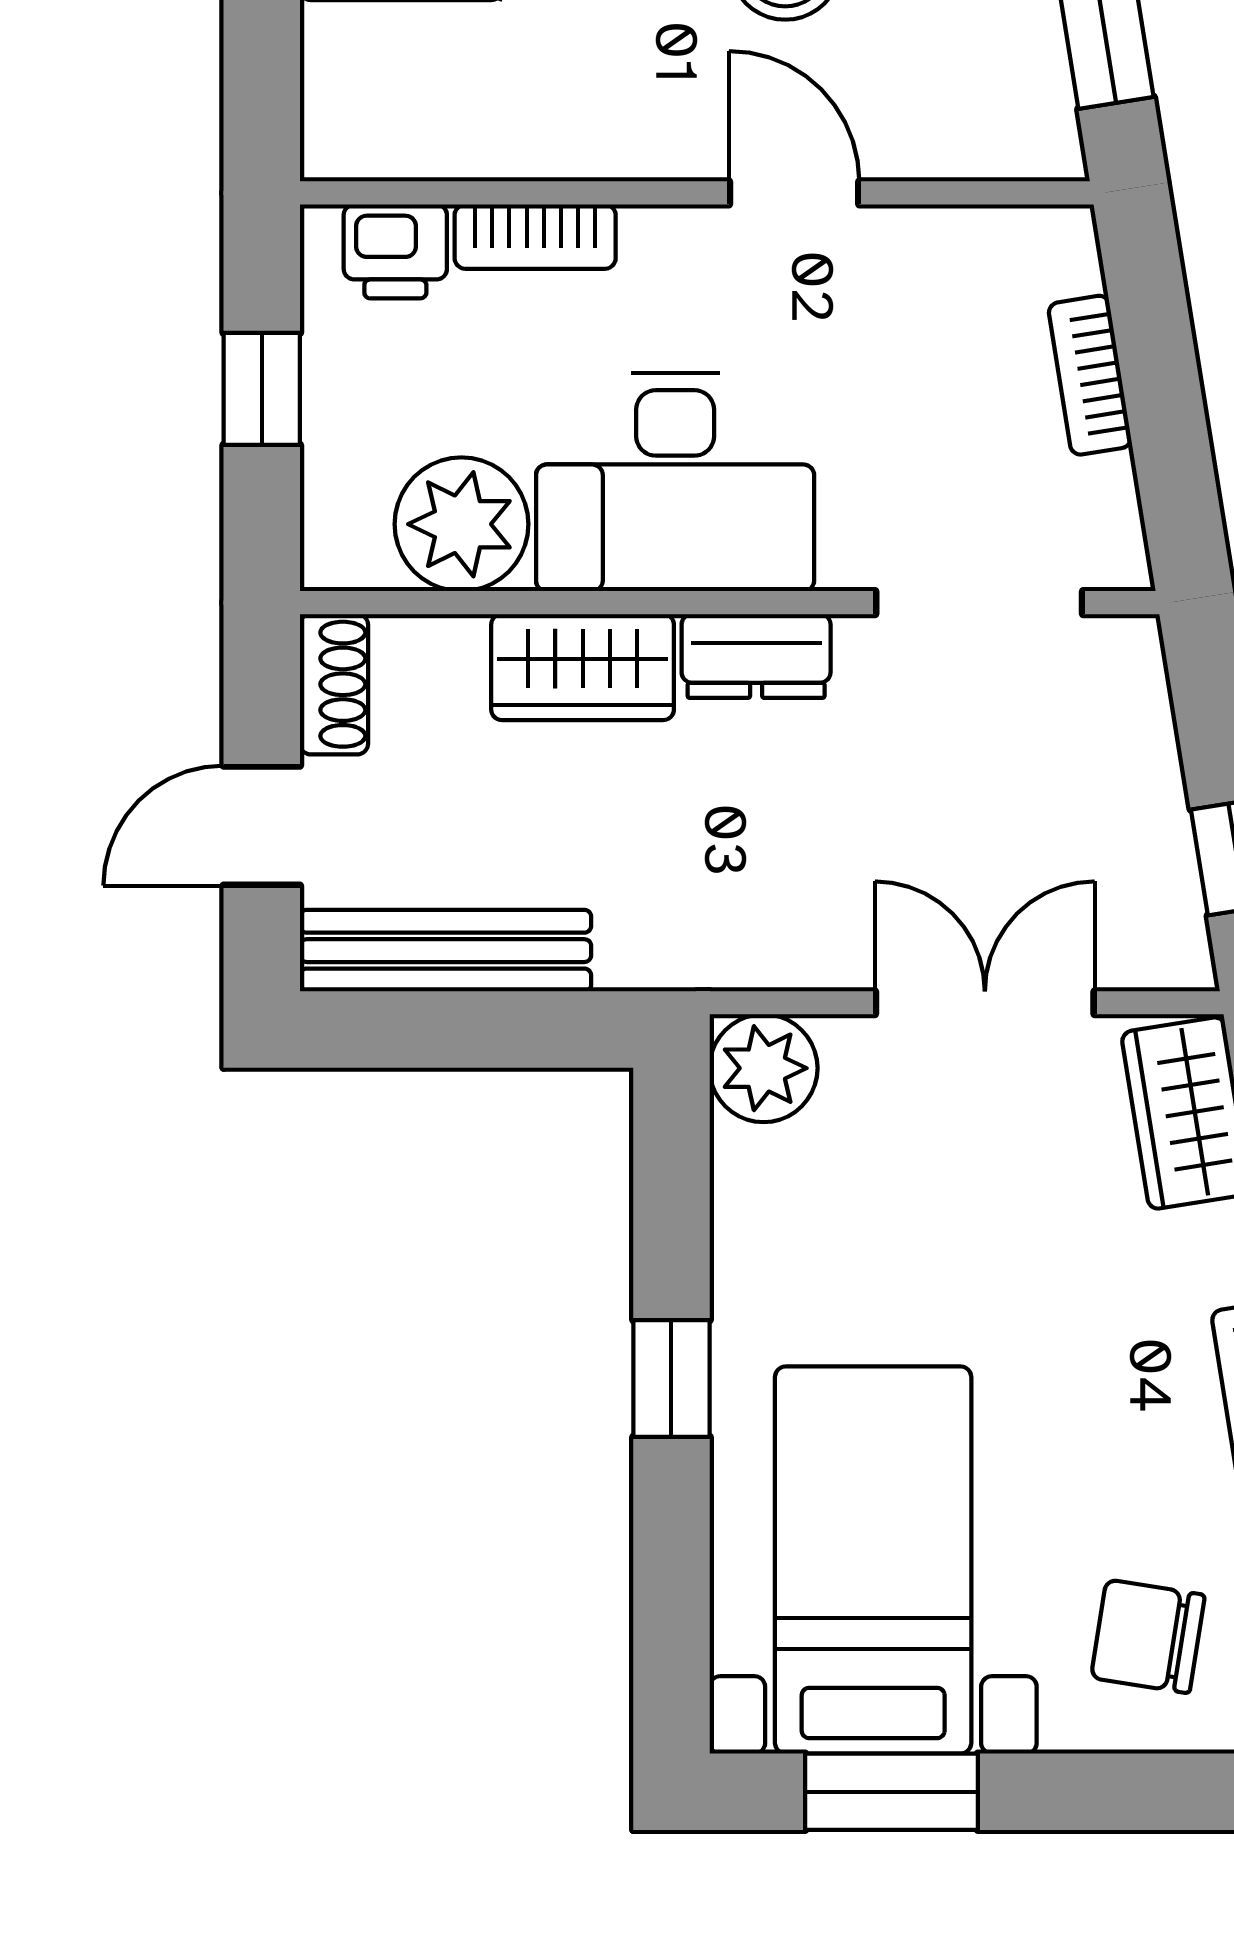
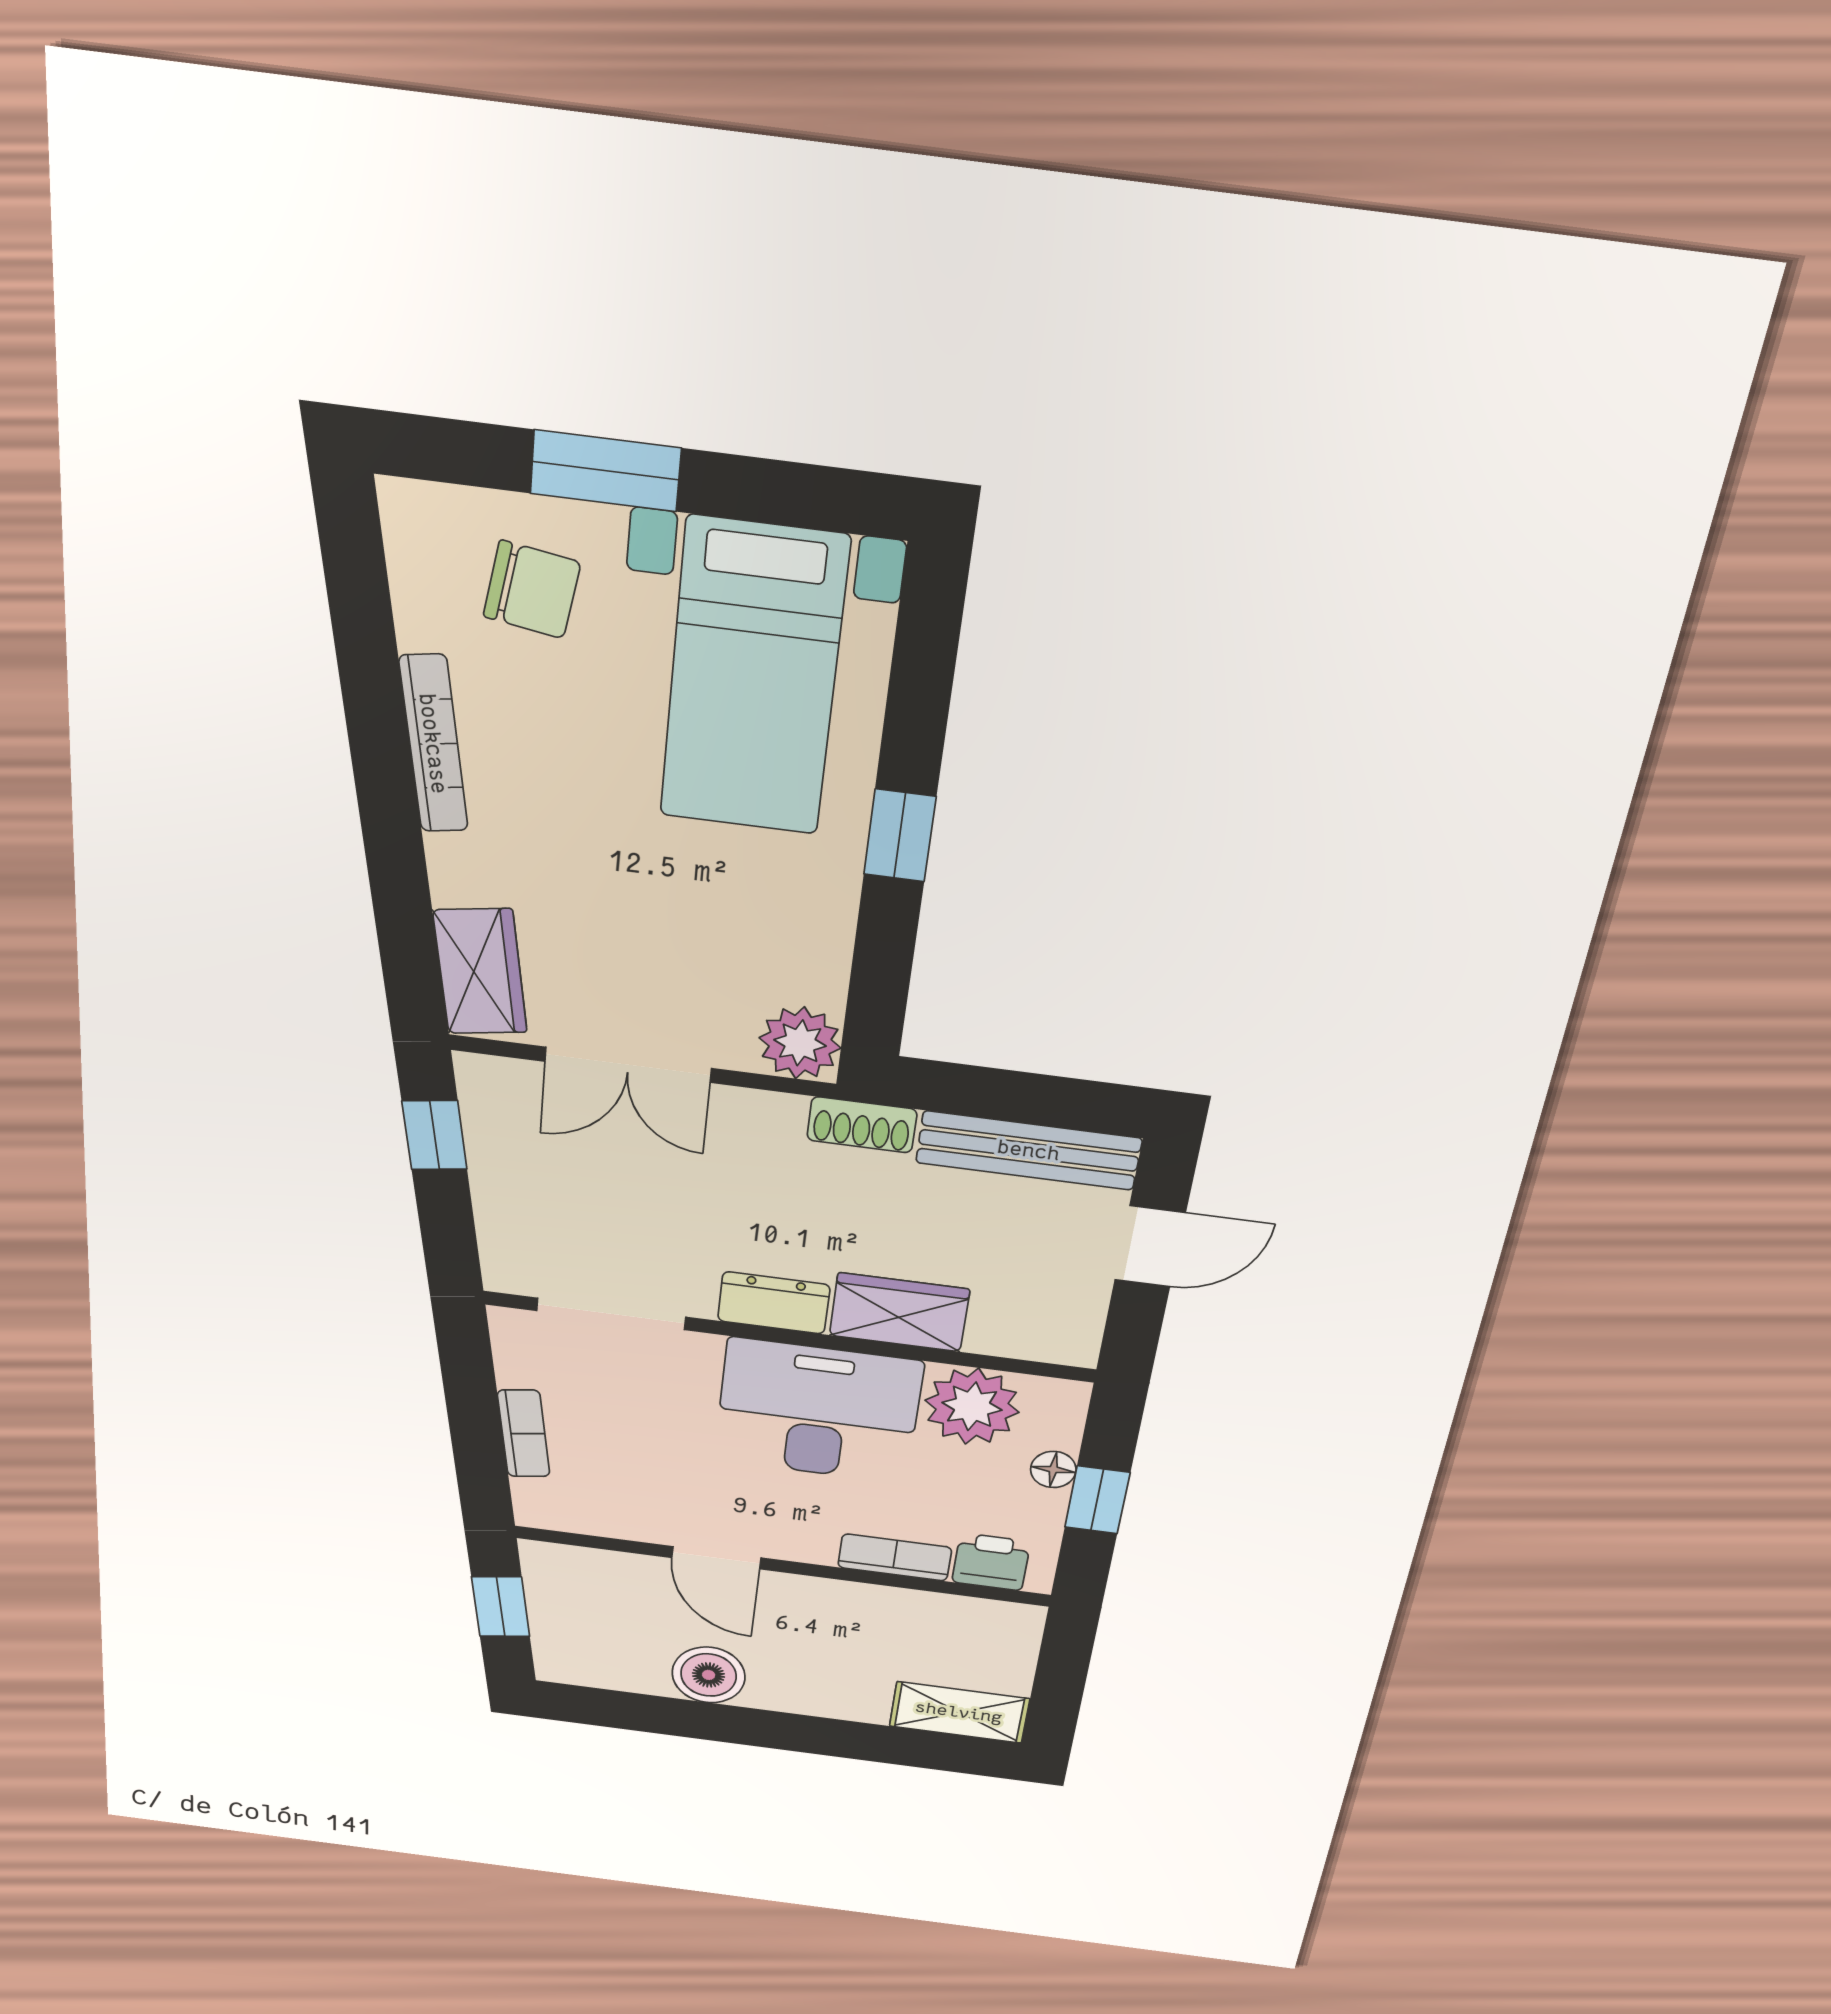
floor lamp: (332, 433) -> (1053, 1469), added
shoe rack: (334, 684) -> (862, 1125), moved, turned -90
window: (892, 1792) -> (605, 471), moved

